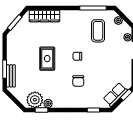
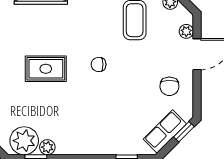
rug: (47, 59) -> (46, 69), turned 90
chair: (78, 81) -> (169, 86), moved

